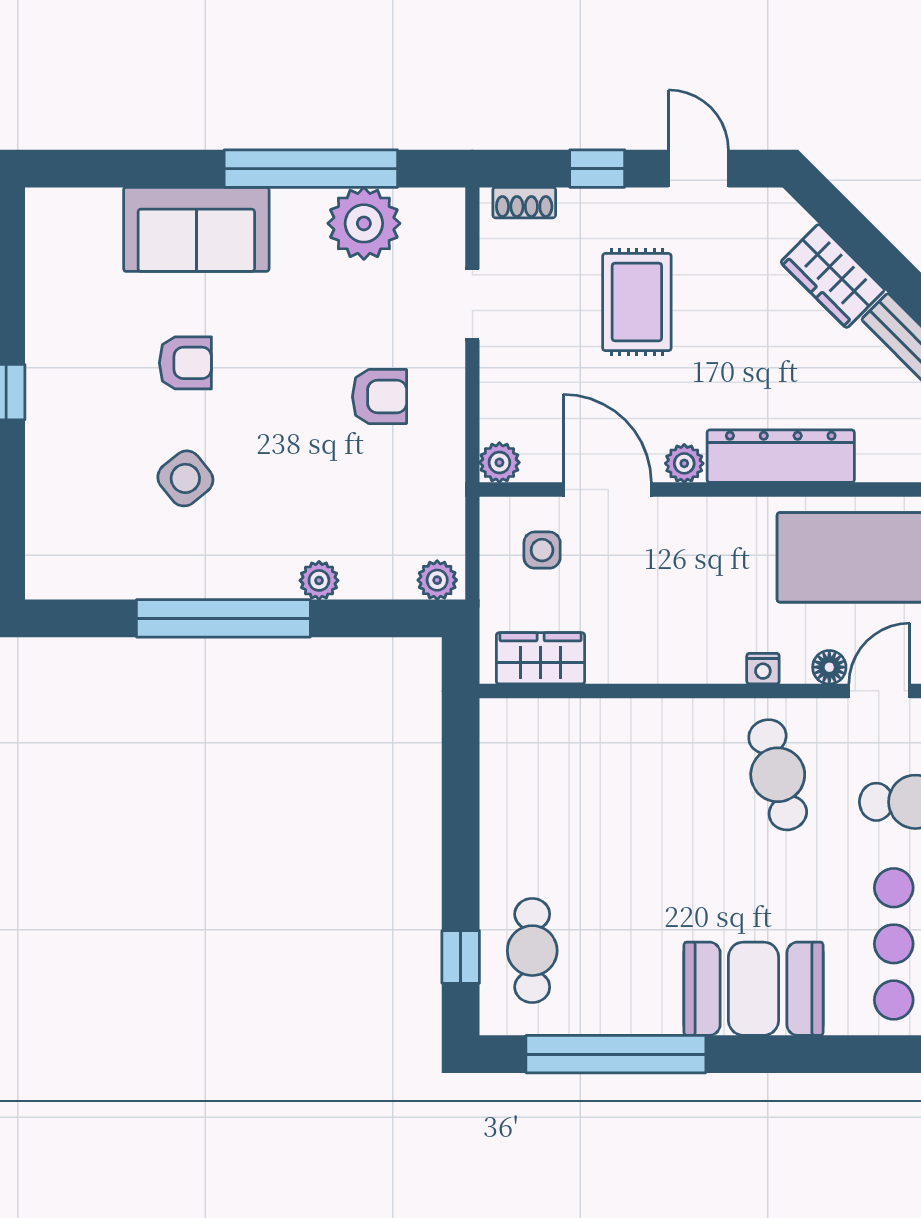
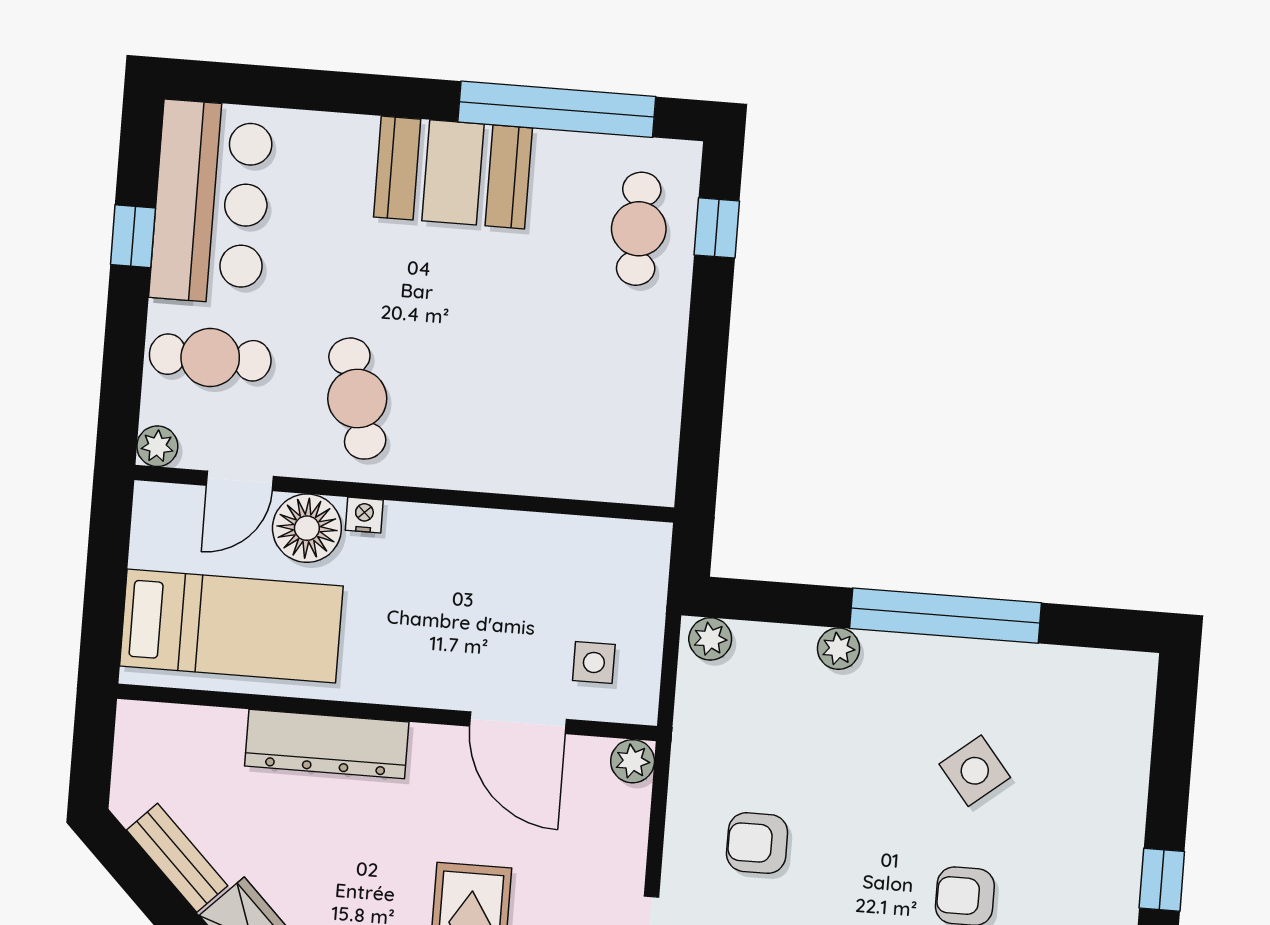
plant: (684, 463) -> (432, 744), removed
wardrobe: (541, 658) -> (605, 545), removed
floor lamp: (829, 667) -> (307, 528), width x1.89, depth x1.89
booth: (754, 989) -> (453, 172), moved

